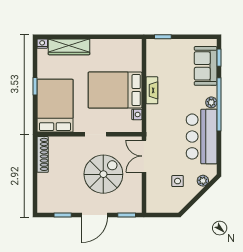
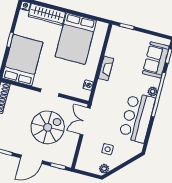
bed: (115, 90) -> (76, 39), moved, turned -90
plant: (203, 181) -> (104, 169), moved

